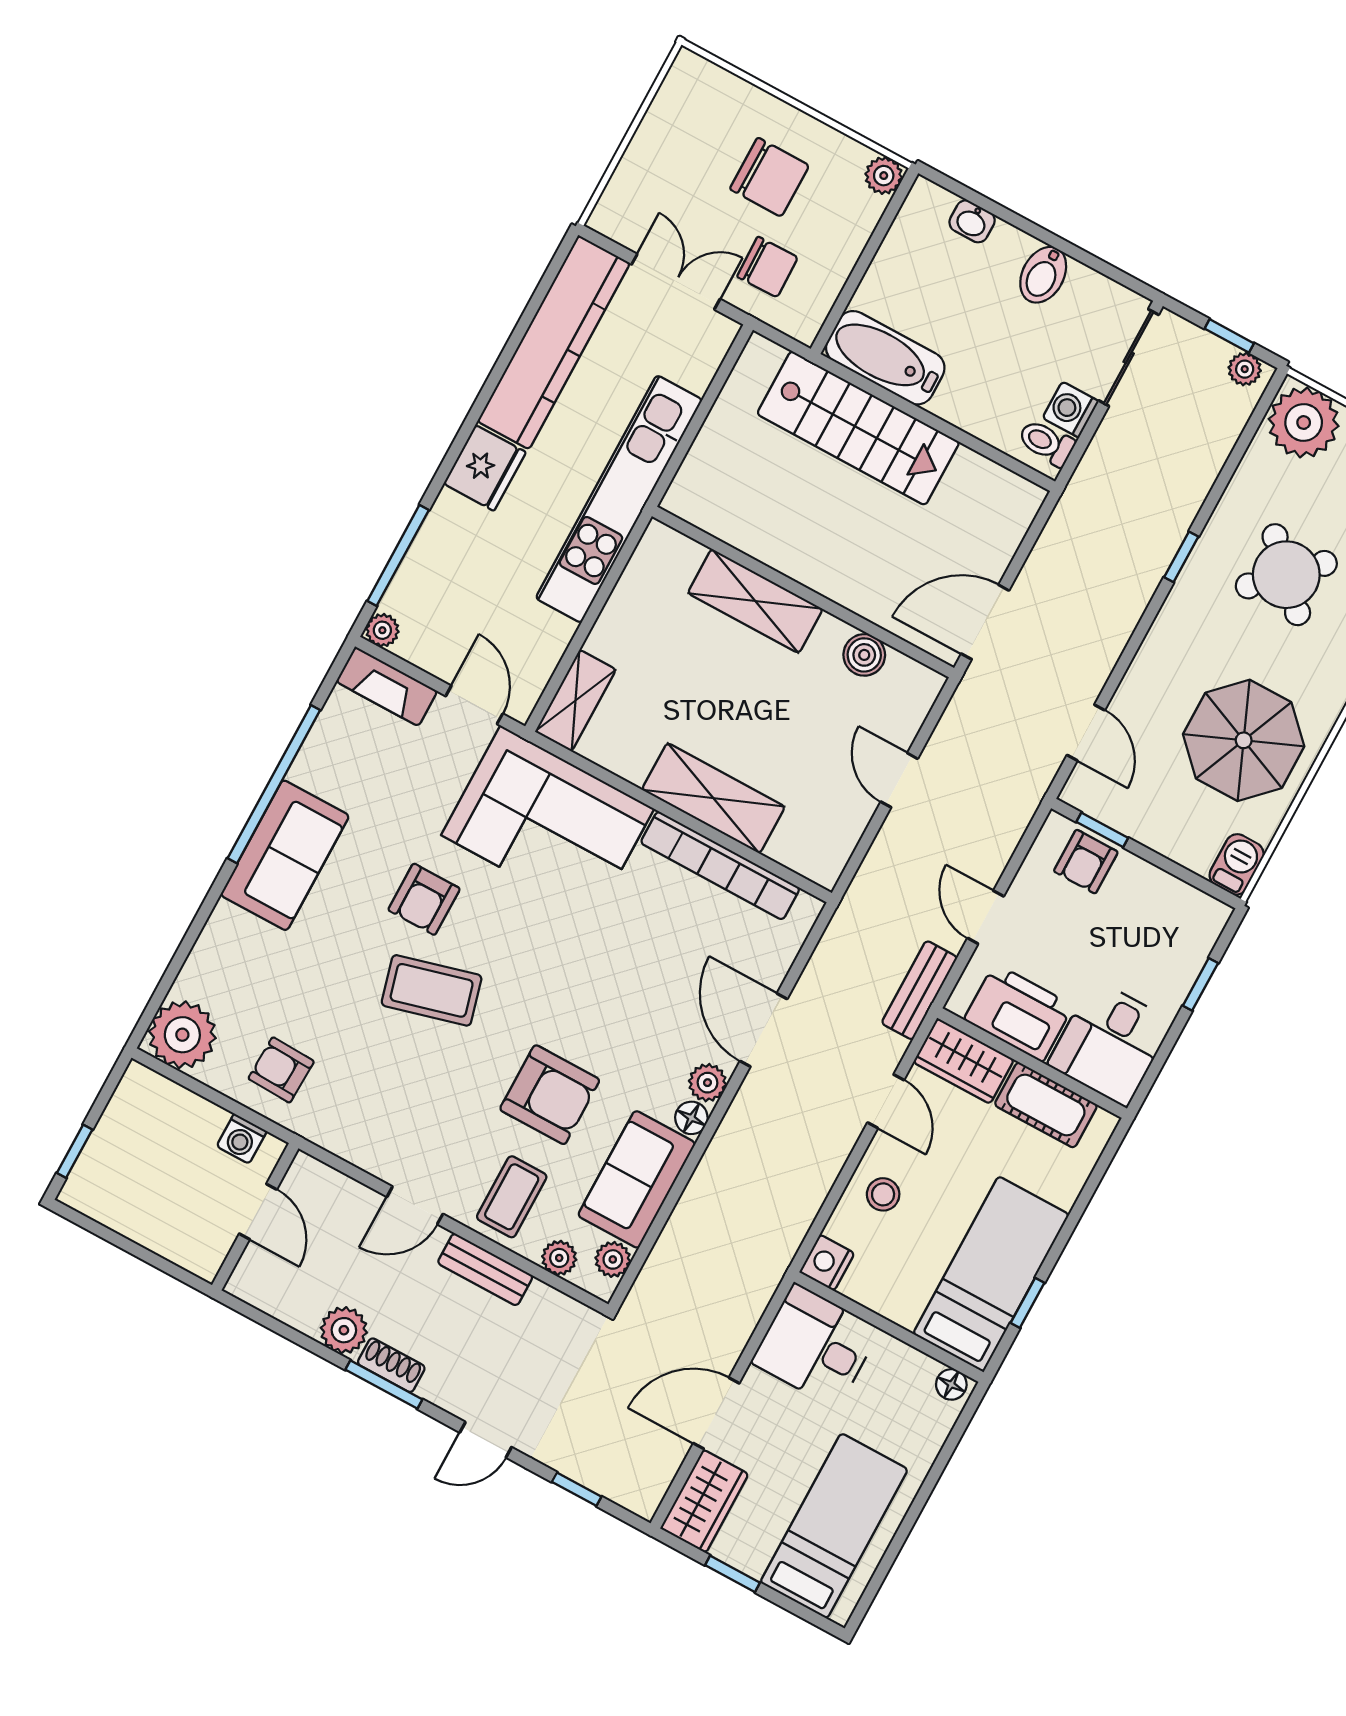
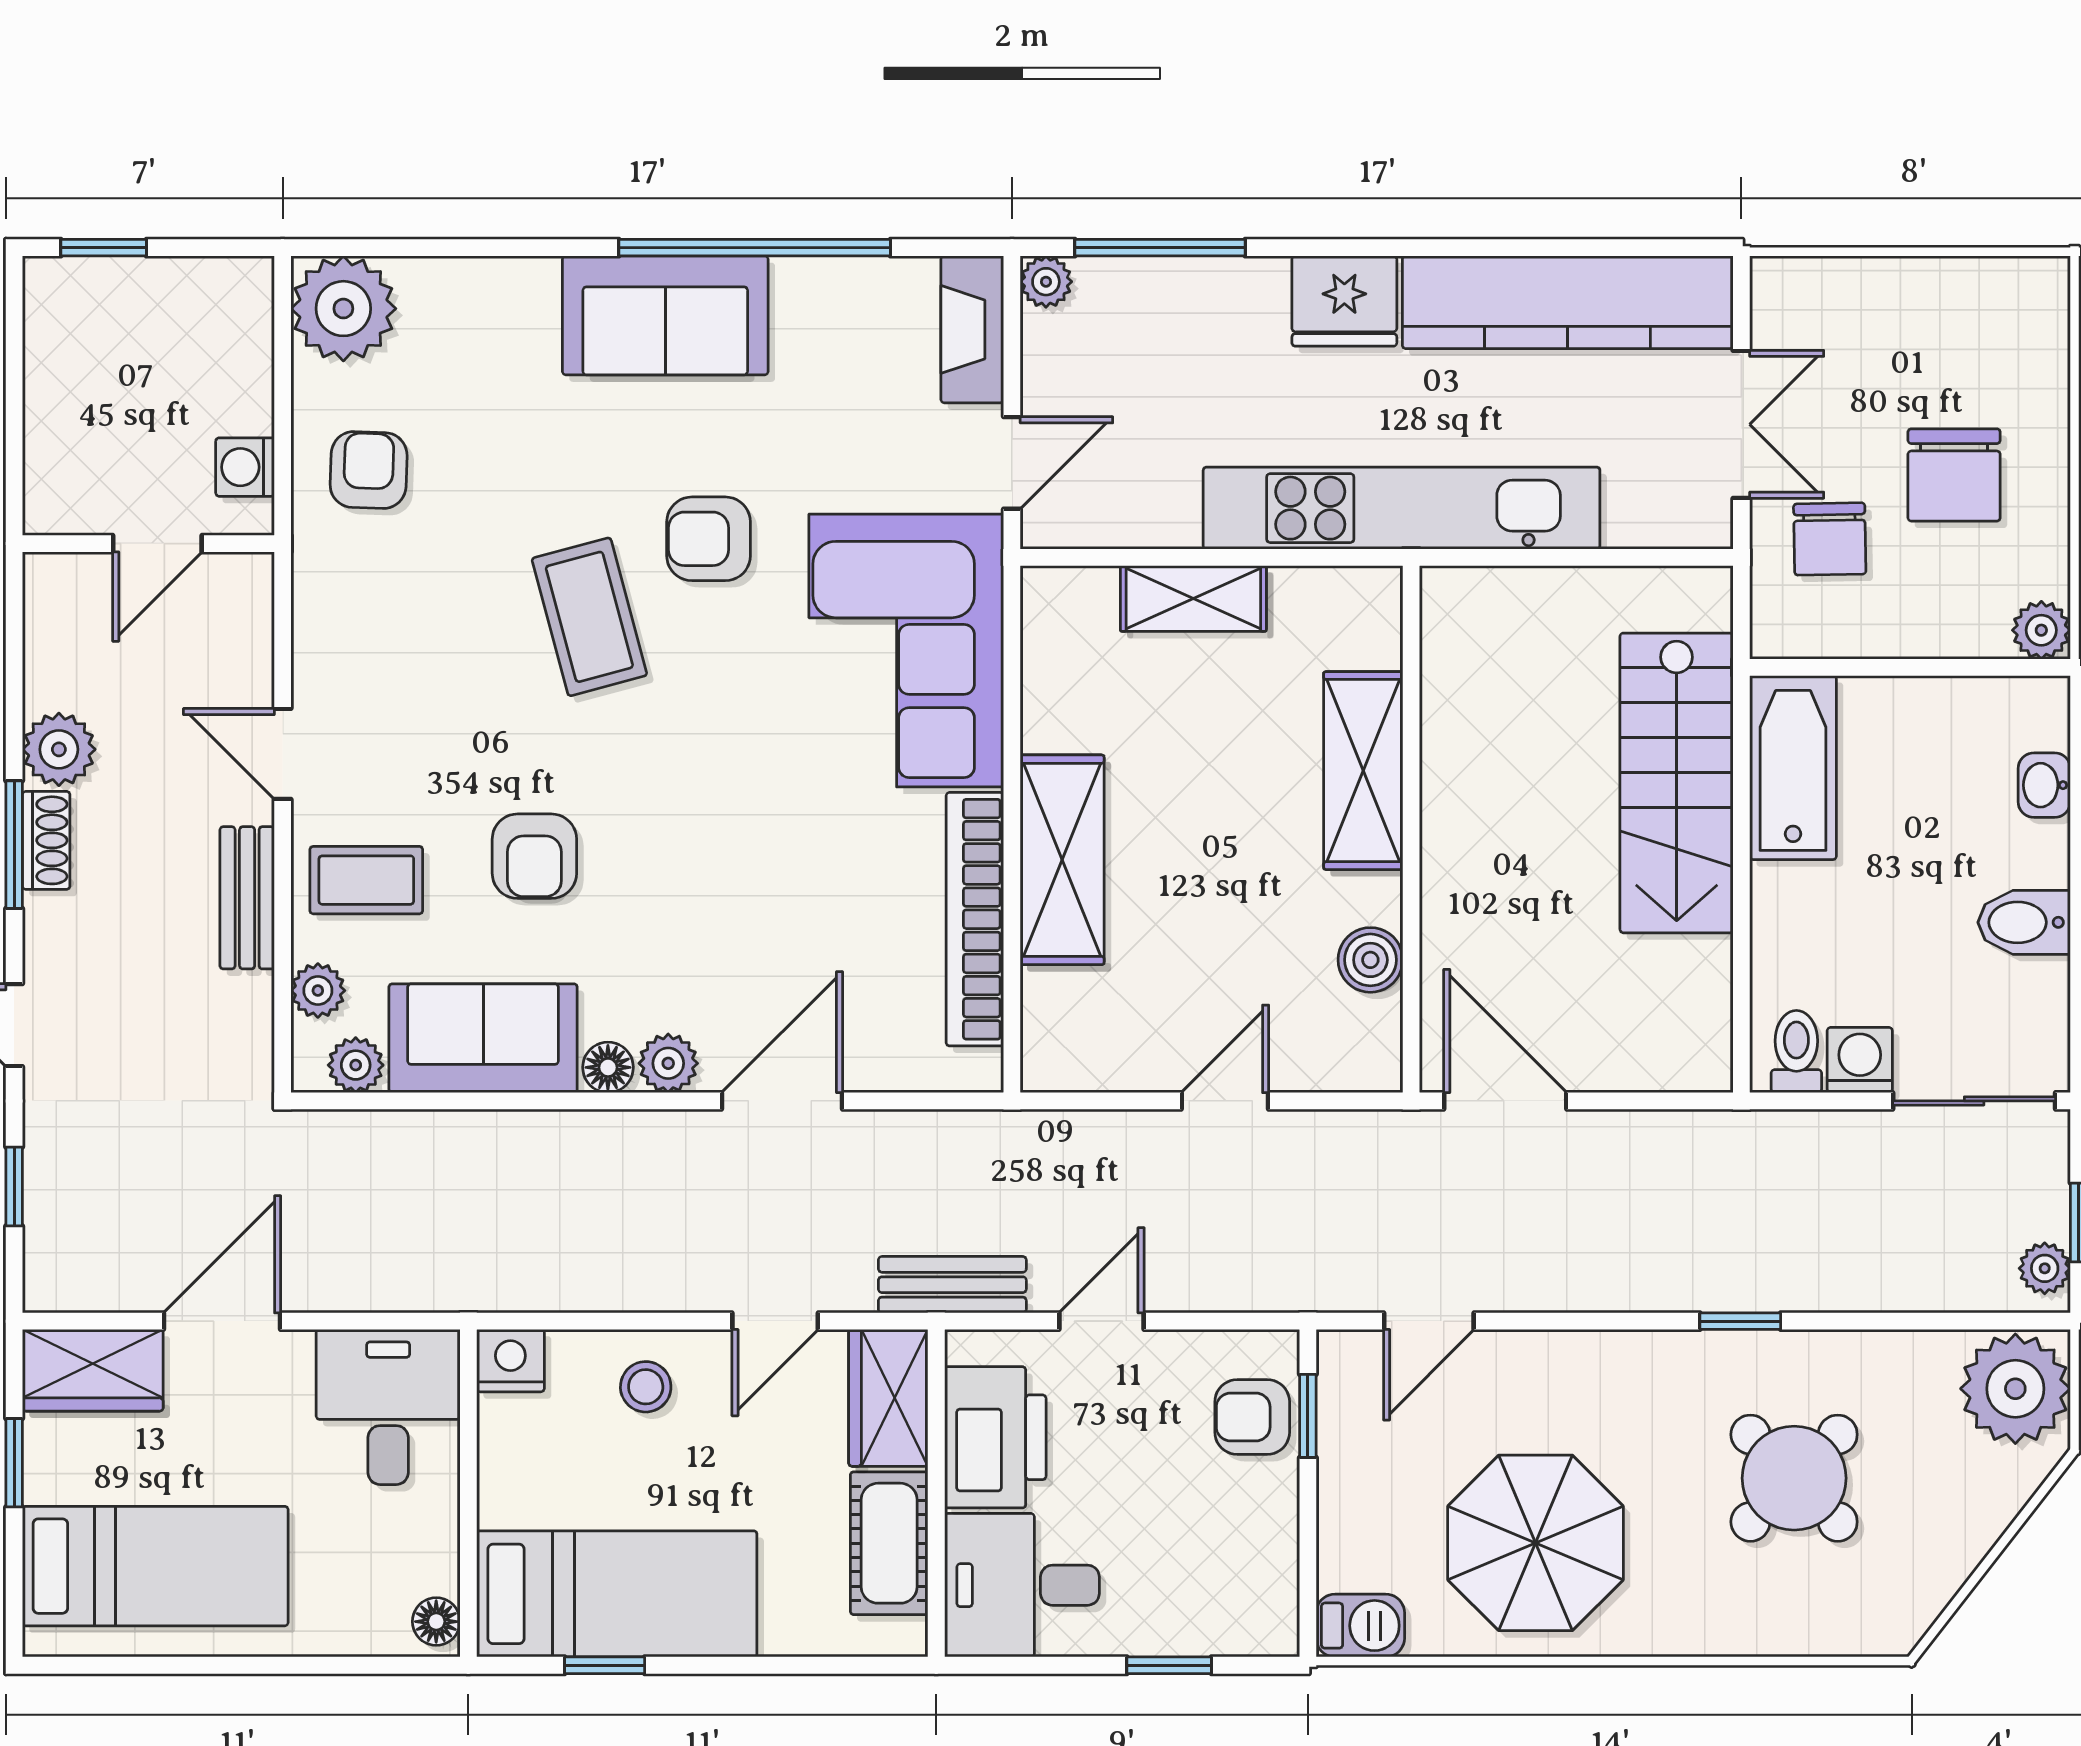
shelving: (576, 701) -> (1193, 598), moved
armchair: (550, 1095) -> (534, 856), width x0.72, depth x0.72
door: (716, 1413) -> (222, 1321), hinge flipped

